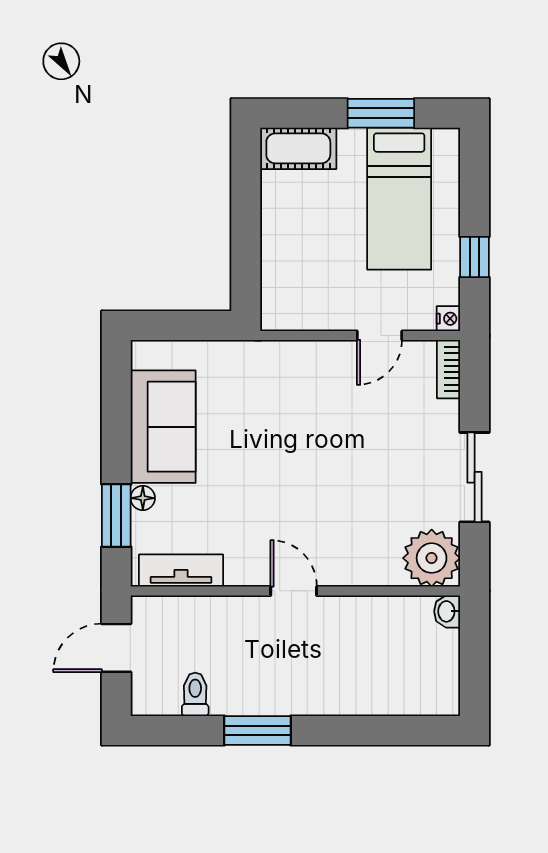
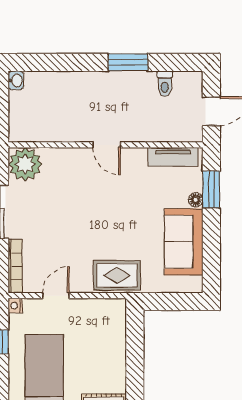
bookcase: (448, 369) -> (15, 266), width x1.56
rug: (276, 370) -> (117, 275), added
washbasin: (447, 611) -> (16, 80), moved

